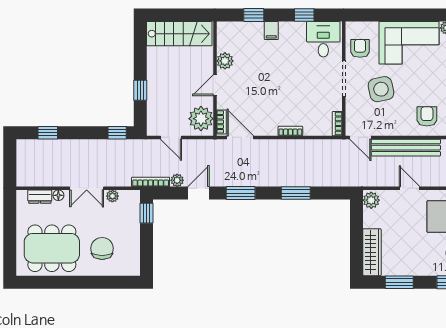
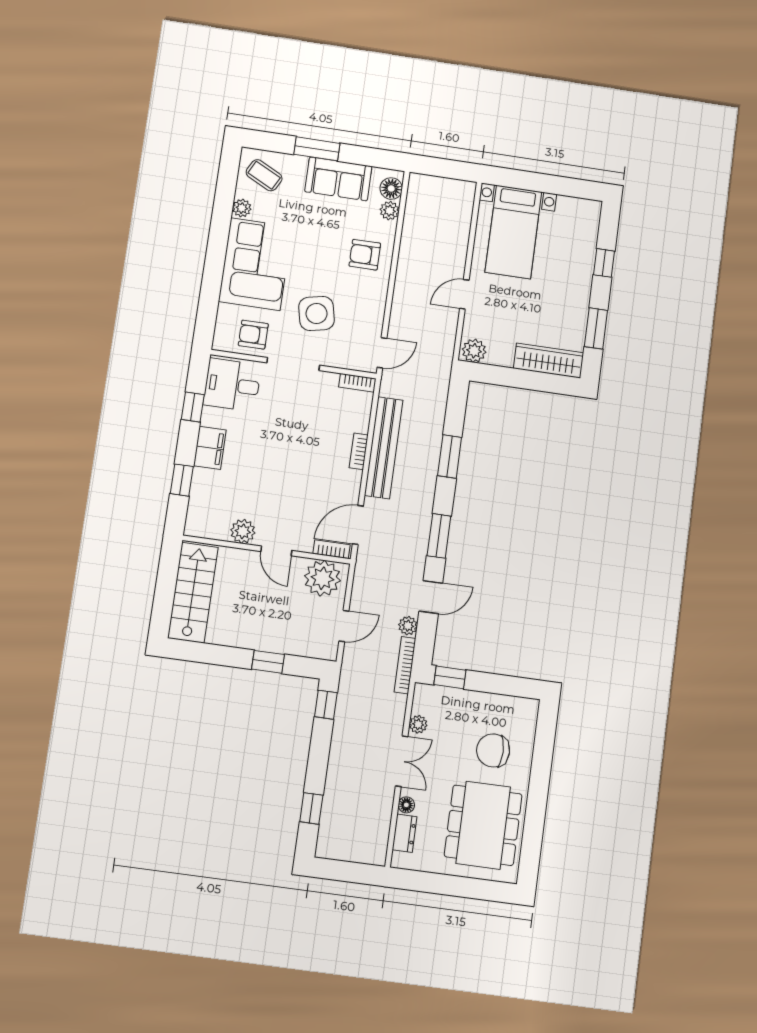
filing cabinet: (271, 31) -> (210, 448), width x2.00
bench: (406, 148) -> (384, 448), moved
door: (199, 193) -> (431, 597), swing flipped

